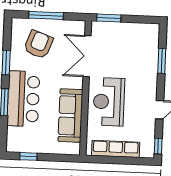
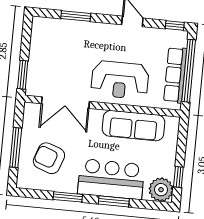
plant: (17, 142) -> (161, 190), added
window: (120, 160) -> (189, 71), added

